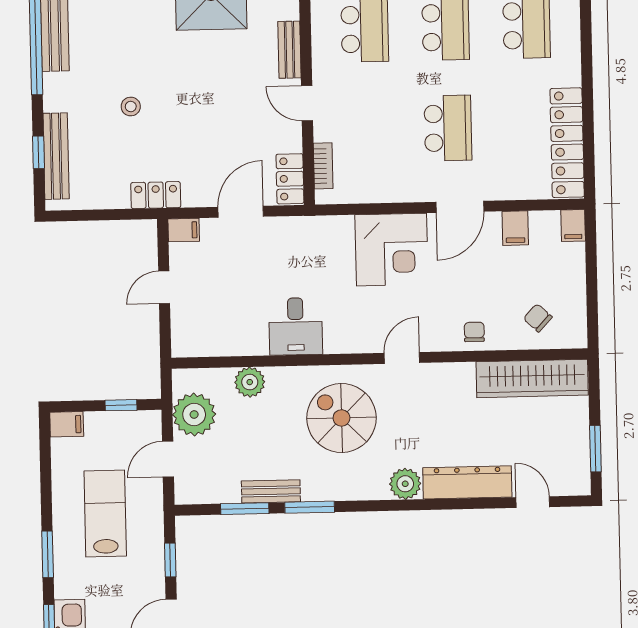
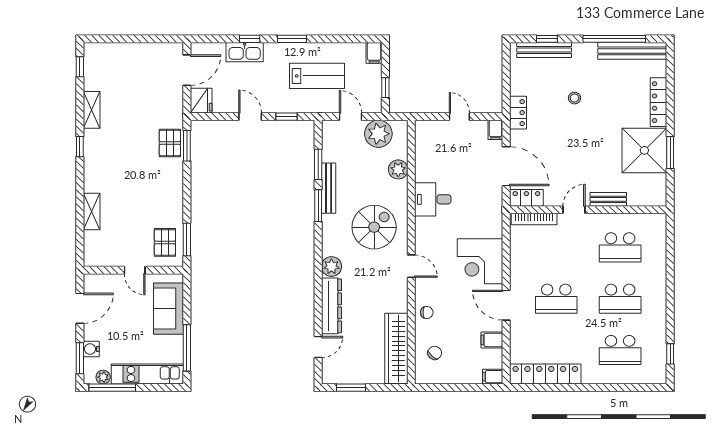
bookcase: (323, 166) -> (534, 219), width x1.56
door: (241, 212) -> (506, 166), width x1.36
bench: (271, 491) -> (329, 188), width x1.36

